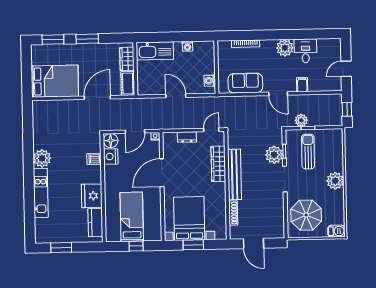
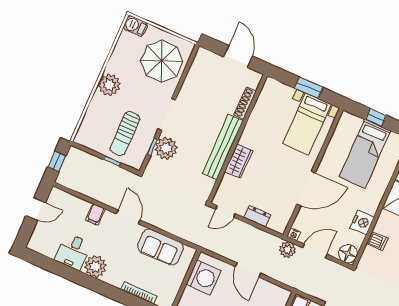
washing machine: (210, 81) -> (204, 278), width x1.89, depth x1.89
plant: (301, 120) -> (287, 250), moved
nightstand: (111, 156) -> (362, 222), moved
wardrobe: (218, 164) -> (239, 161), width x0.67
bed with nightstands: (189, 218) -> (307, 124), width x0.73

